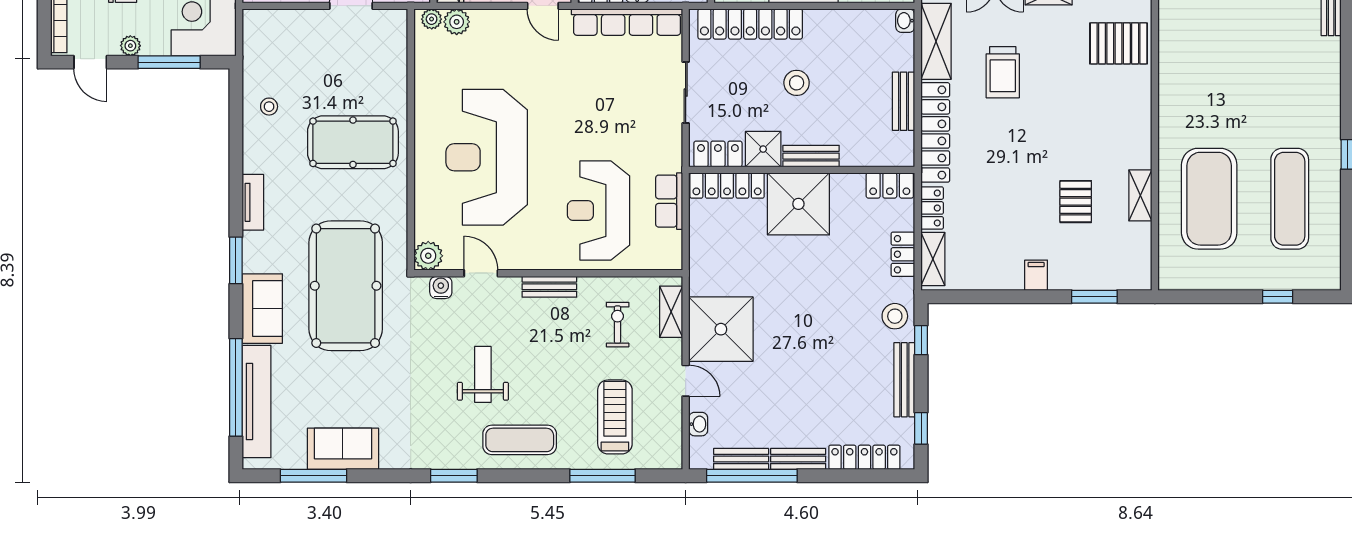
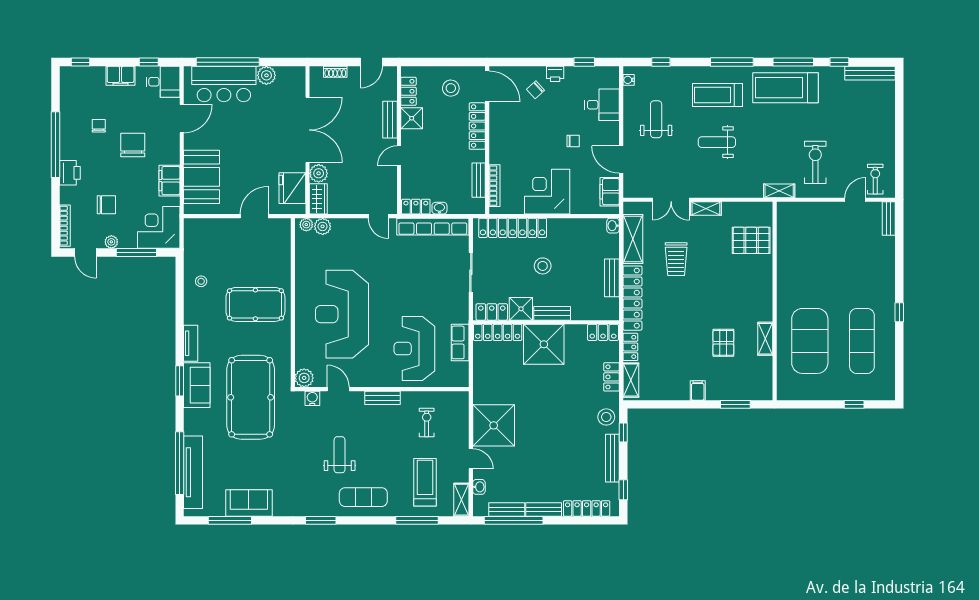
sofa: (262, 309) -> (197, 385), moved
shelving: (671, 312) -> (461, 500), moved

